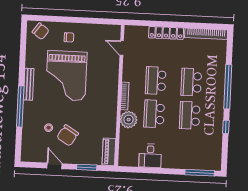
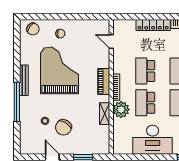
grand piano: (66, 76) -> (59, 70), turned 180
shelving: (111, 123) -> (105, 114), added
piano: (109, 152) -> (104, 81), moved
desk: (150, 156) -> (153, 140), width x1.87, depth x1.30

